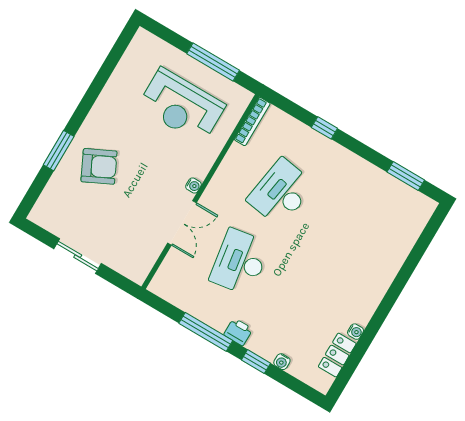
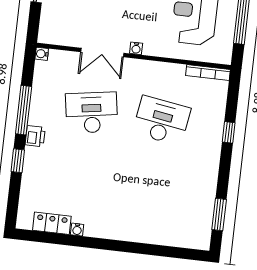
water cooler: (282, 362) -> (42, 54), moved

